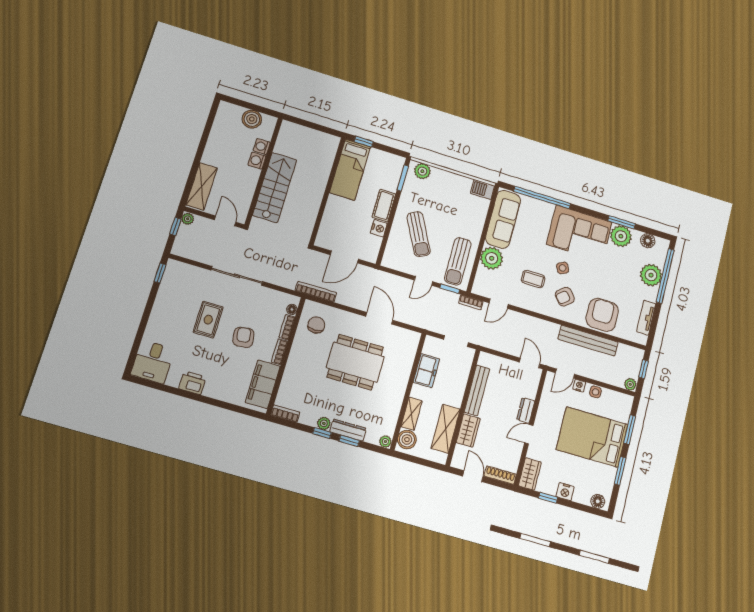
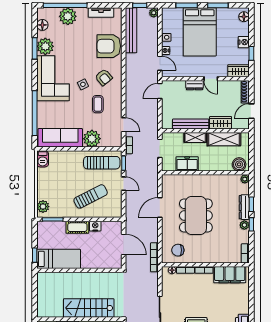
armchair: (243, 337) -> (201, 297), removed
bench: (588, 341) -> (131, 30), moved
shelving: (412, 414) -> (195, 137), moved

